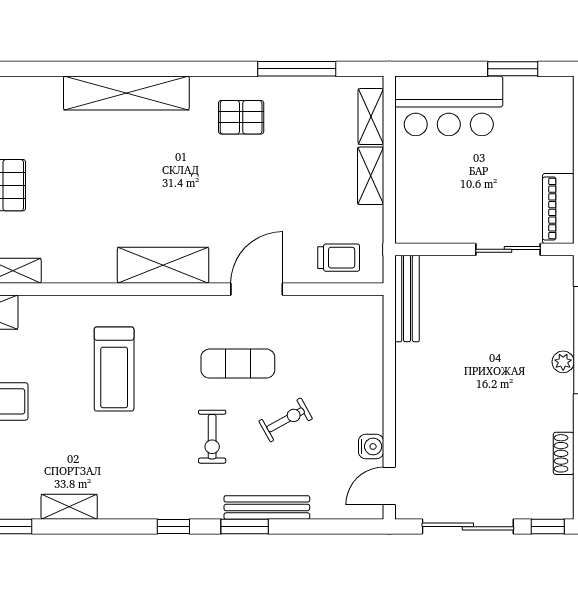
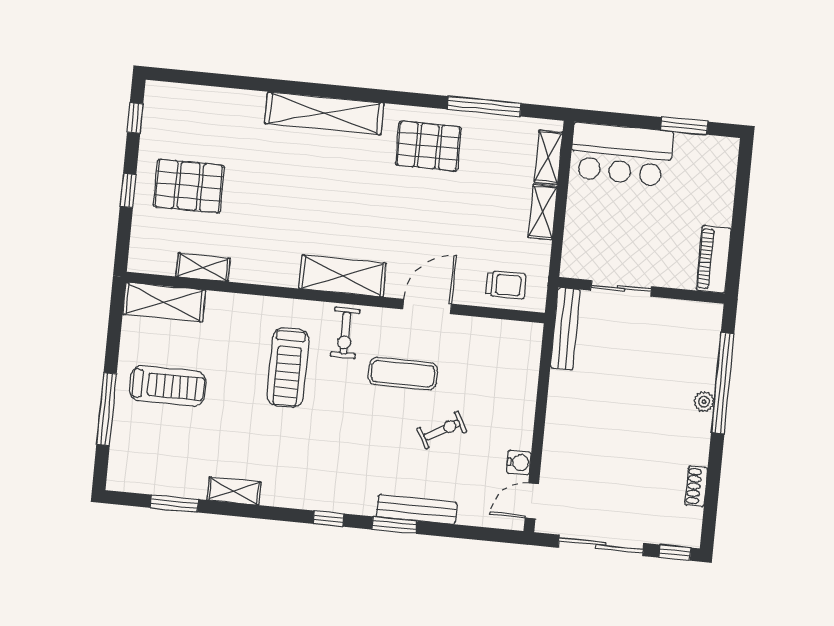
pallet: (241, 117) -> (428, 146), width x1.50, depth x1.42
sliding door: (508, 249) -> (621, 288), moved
exercise bike: (212, 437) -> (345, 333), moved

